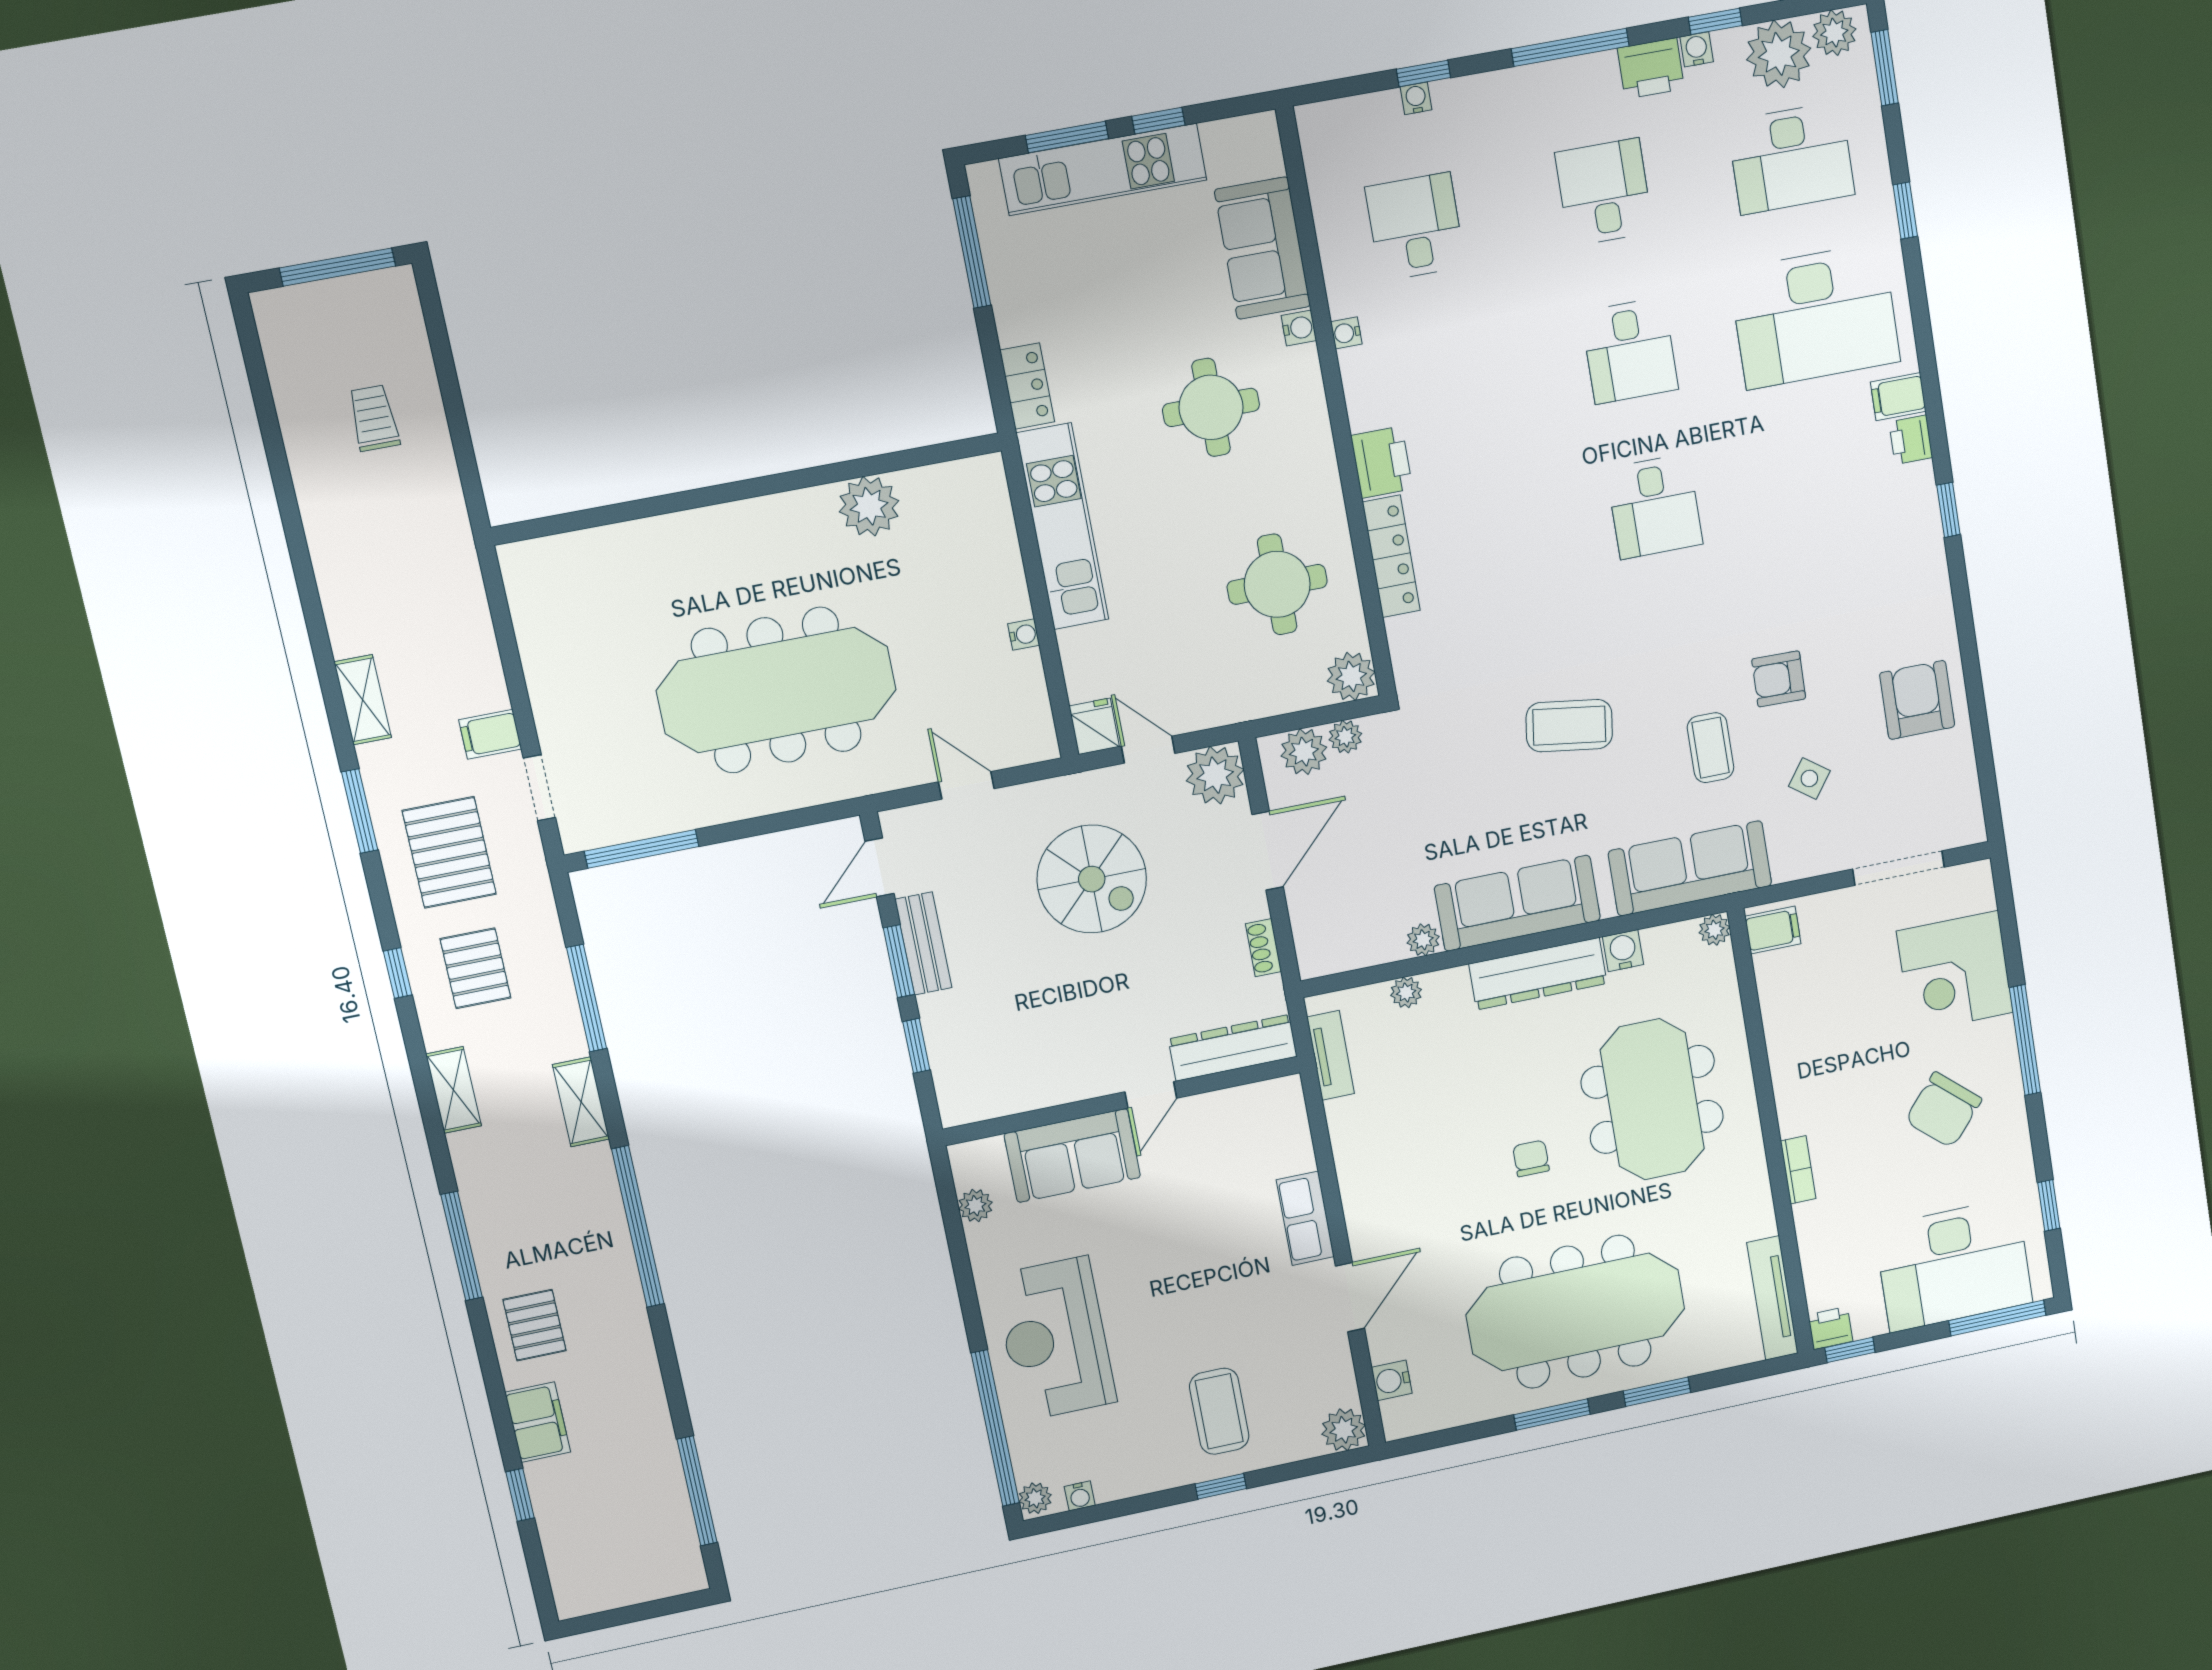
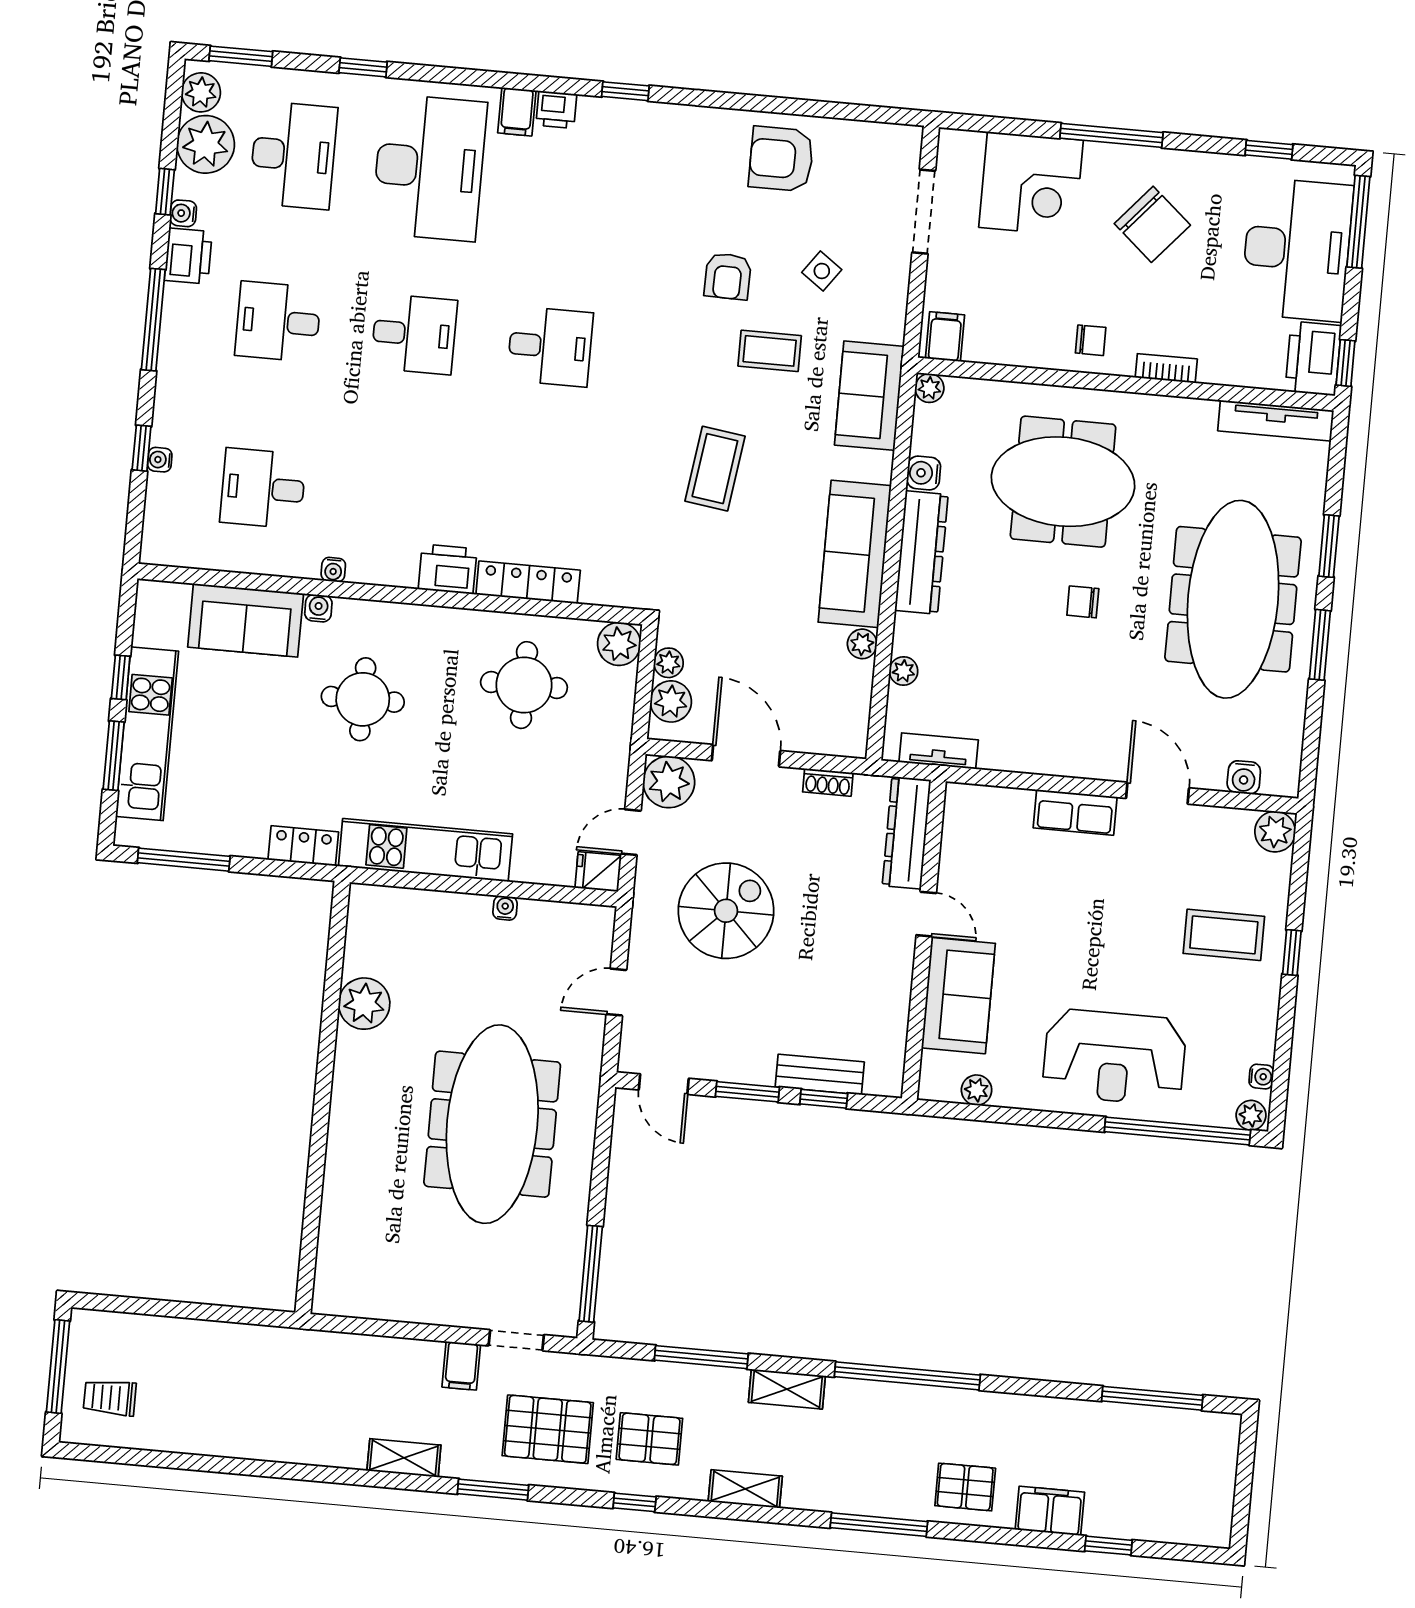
trolley: (374, 418) -> (110, 1398), moved
sofa: (1690, 868) -> (869, 396), width x0.73
bench: (923, 943) -> (820, 1074), moved
chair: (1808, 1083) -> (1091, 340), added
printer: (1830, 1328) -> (1313, 358), width x1.87, depth x1.48

